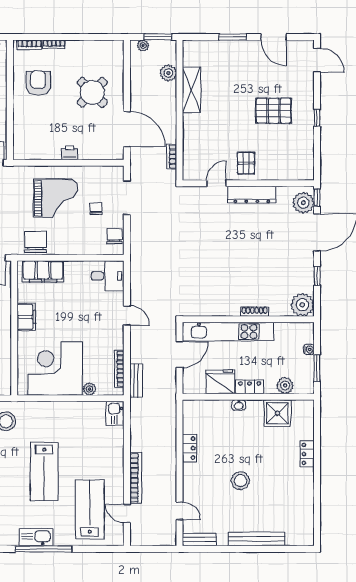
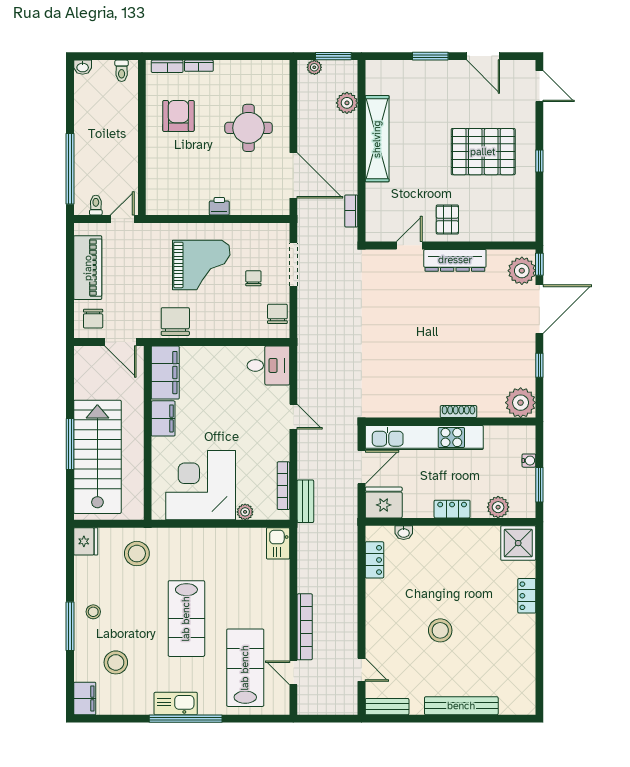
shelving: (192, 90) -> (377, 139), width x1.47
round table: (92, 92) -> (249, 128), turned 45
pallet: (274, 111) -> (483, 152), width x1.37, depth x1.41
filing cabinet: (43, 271) -> (165, 373), moved, turned -90
fridge: (220, 382) -> (384, 502), moved
washbasin: (239, 405) -> (404, 533), moved
shower: (277, 413) -> (518, 543), moved
locker: (190, 448) -> (374, 560), moved

